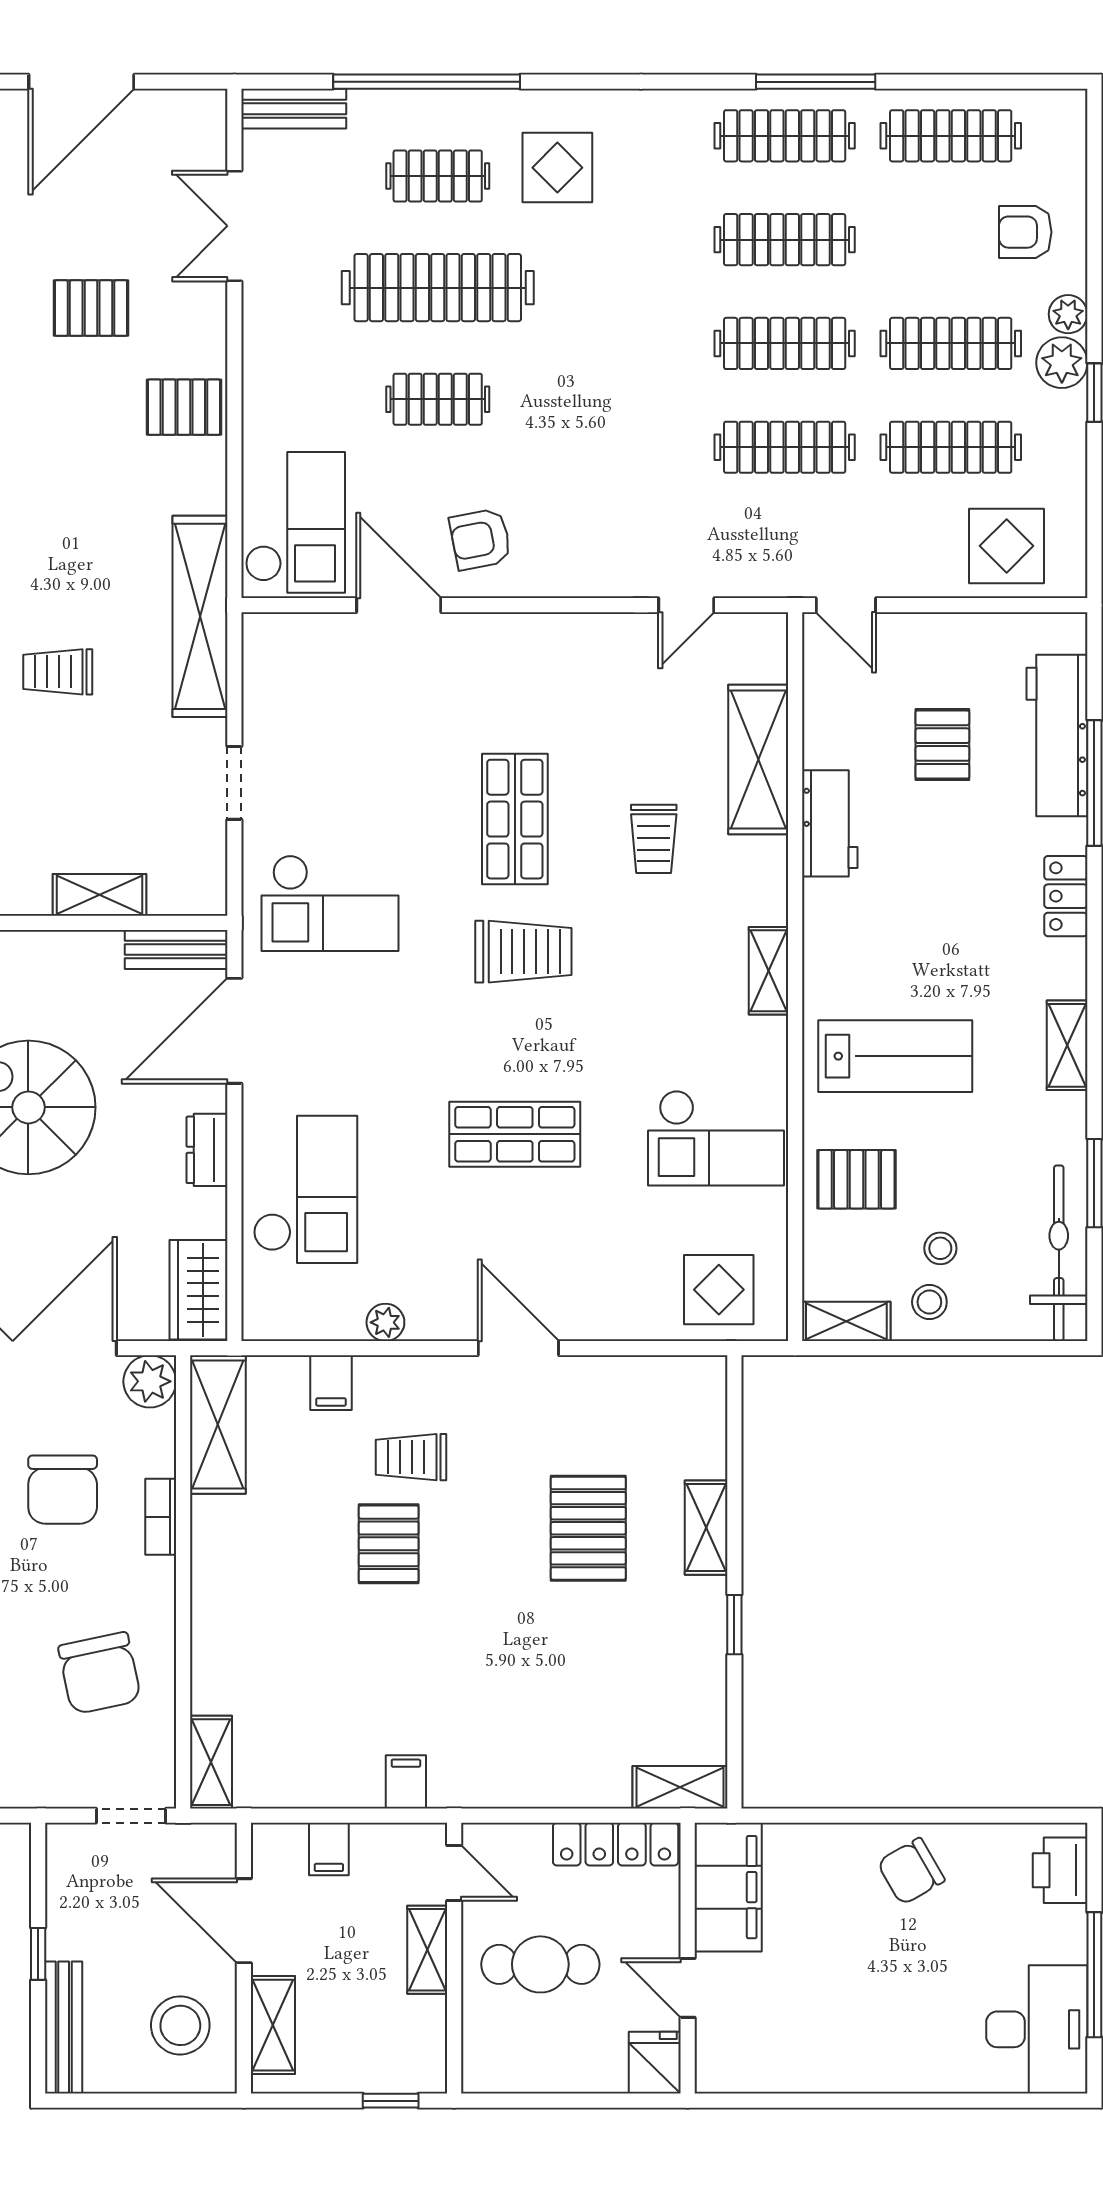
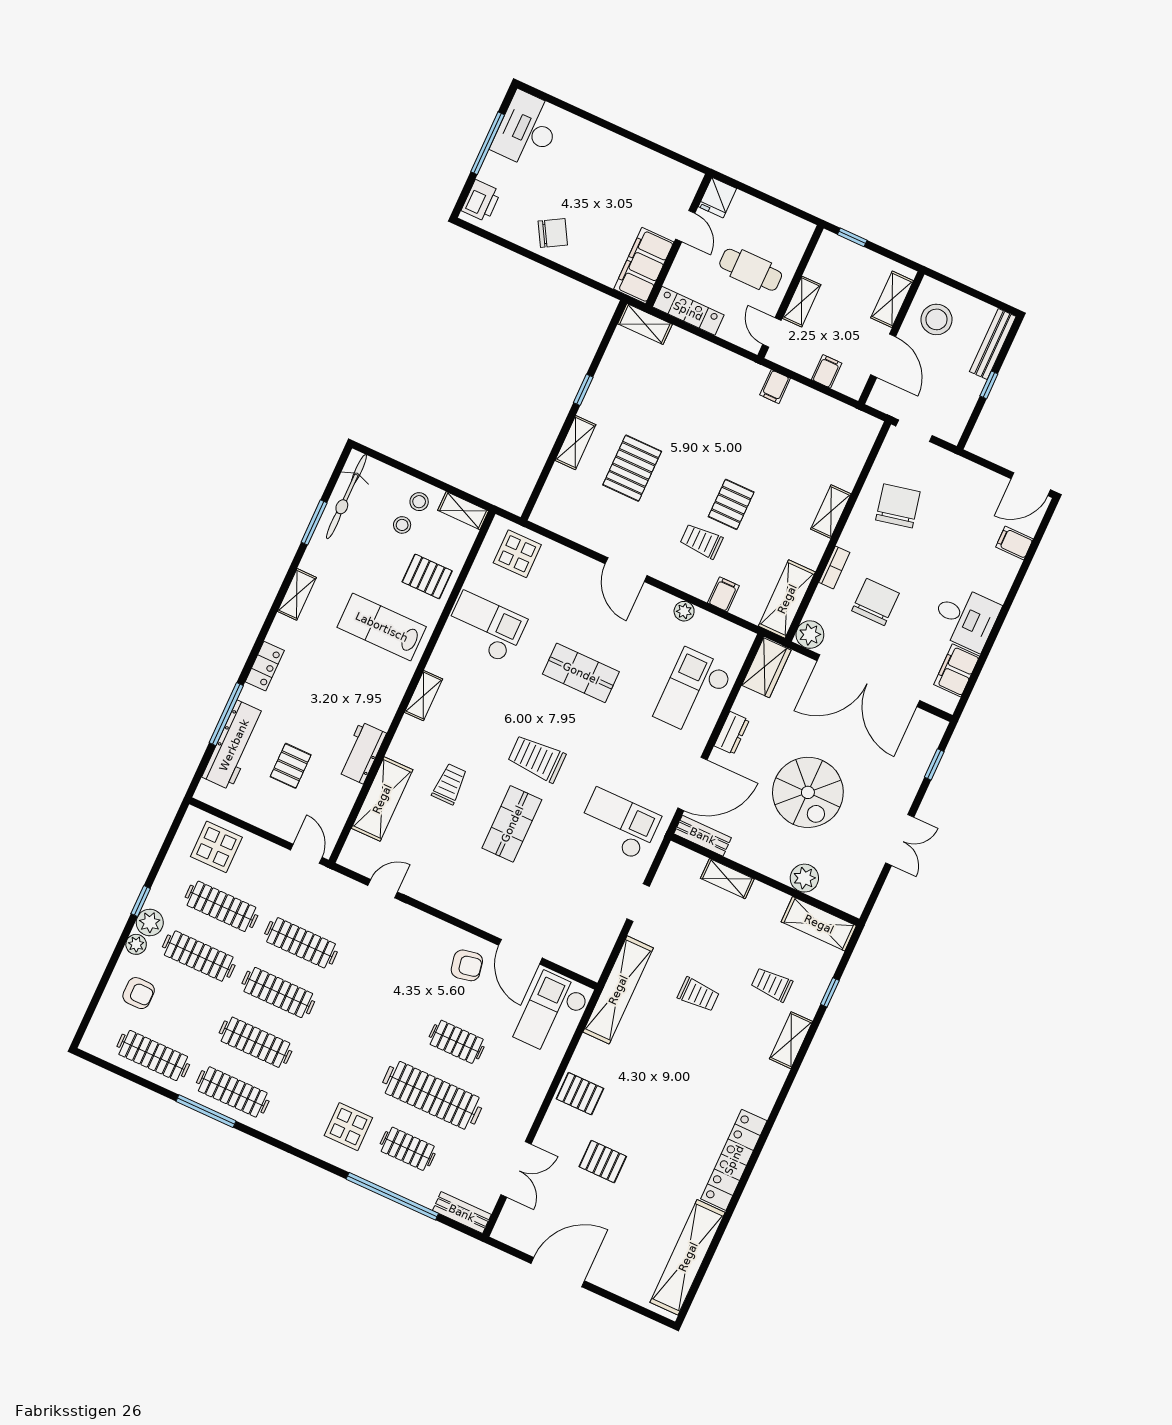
trolley: (411, 1457) -> (701, 541), turned 180
shelving: (211, 1762) -> (831, 511), moved

